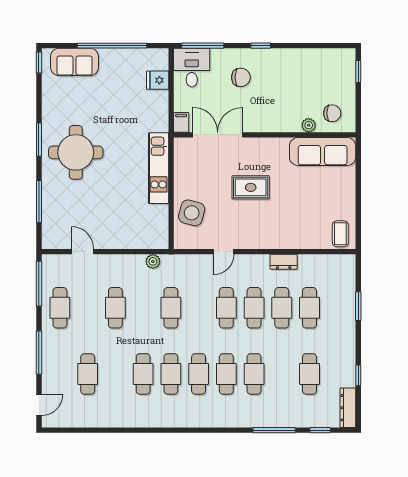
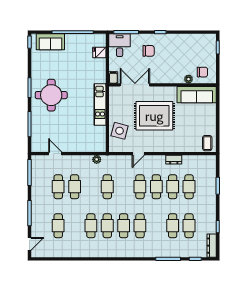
rug: (251, 187) -> (154, 116), width x1.86, depth x2.06
cafe table: (60, 308) -> (58, 187), moved
cafe table: (254, 374) -> (173, 226), moved

